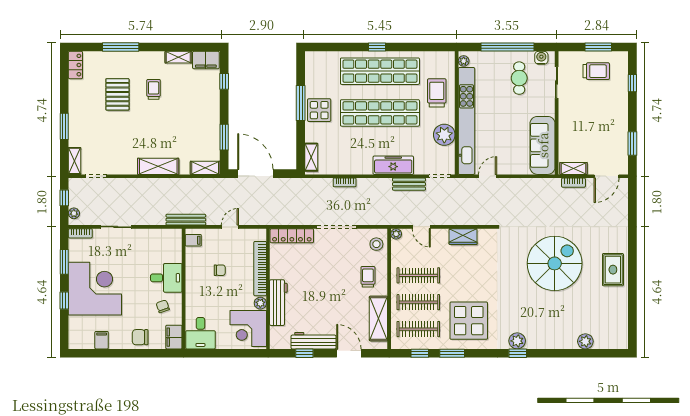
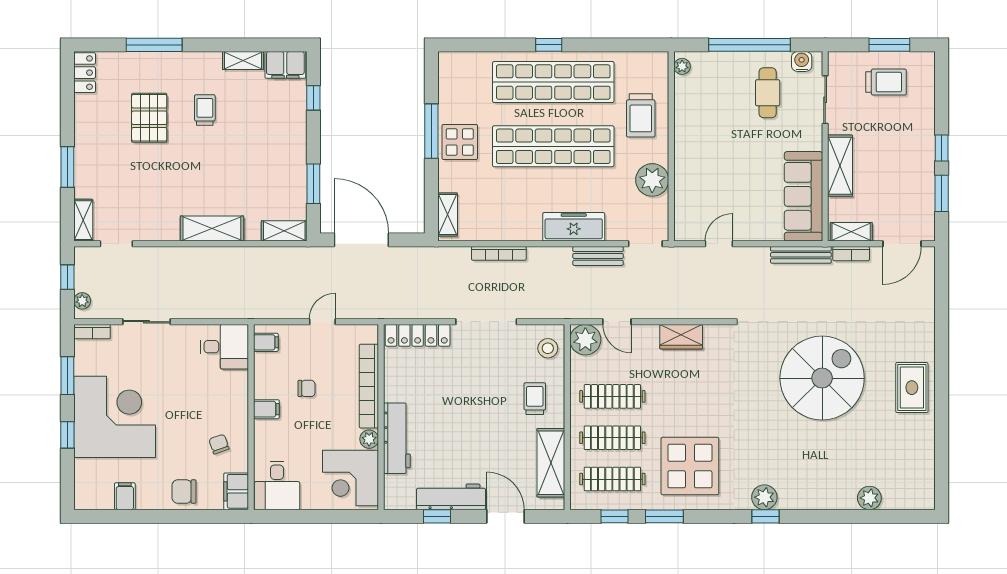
window: (632, 83) -> (942, 148), moved
trolley: (437, 93) -> (641, 115), turned 180
kitchen unit: (466, 121) -> (686, 159), removed
shelving: (566, 125) -> (840, 166), added
bookcase: (345, 182) -> (499, 253), width x1.56
bench: (186, 220) -> (801, 255), moved
plant: (396, 234) -> (585, 340), width x1.88, depth x1.88
desk: (166, 278) -> (224, 347), moved
filing cabinet: (194, 284) -> (266, 409), added

